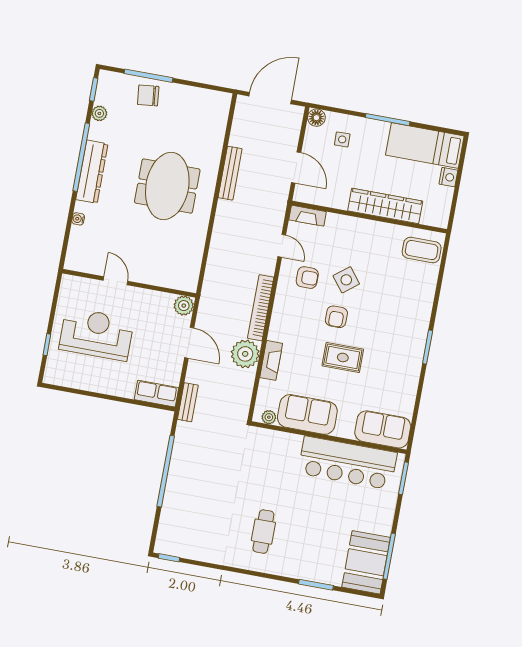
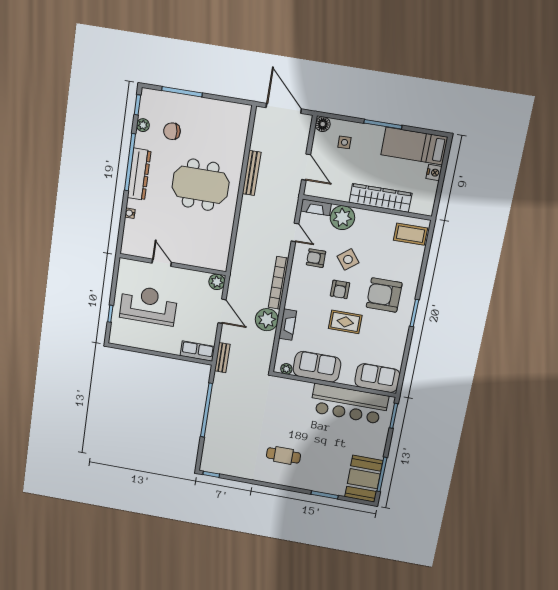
chair: (148, 95) -> (172, 131), moved
door: (270, 98) -> (284, 108), hinge flipped
meeting table: (167, 186) -> (201, 185), turned 90
plant: (340, 229) -> (342, 218), added
armchair: (307, 278) -> (316, 258), turned 180
armchair: (390, 324) -> (384, 295), added
cafe table: (263, 532) -> (283, 455), turned 90

